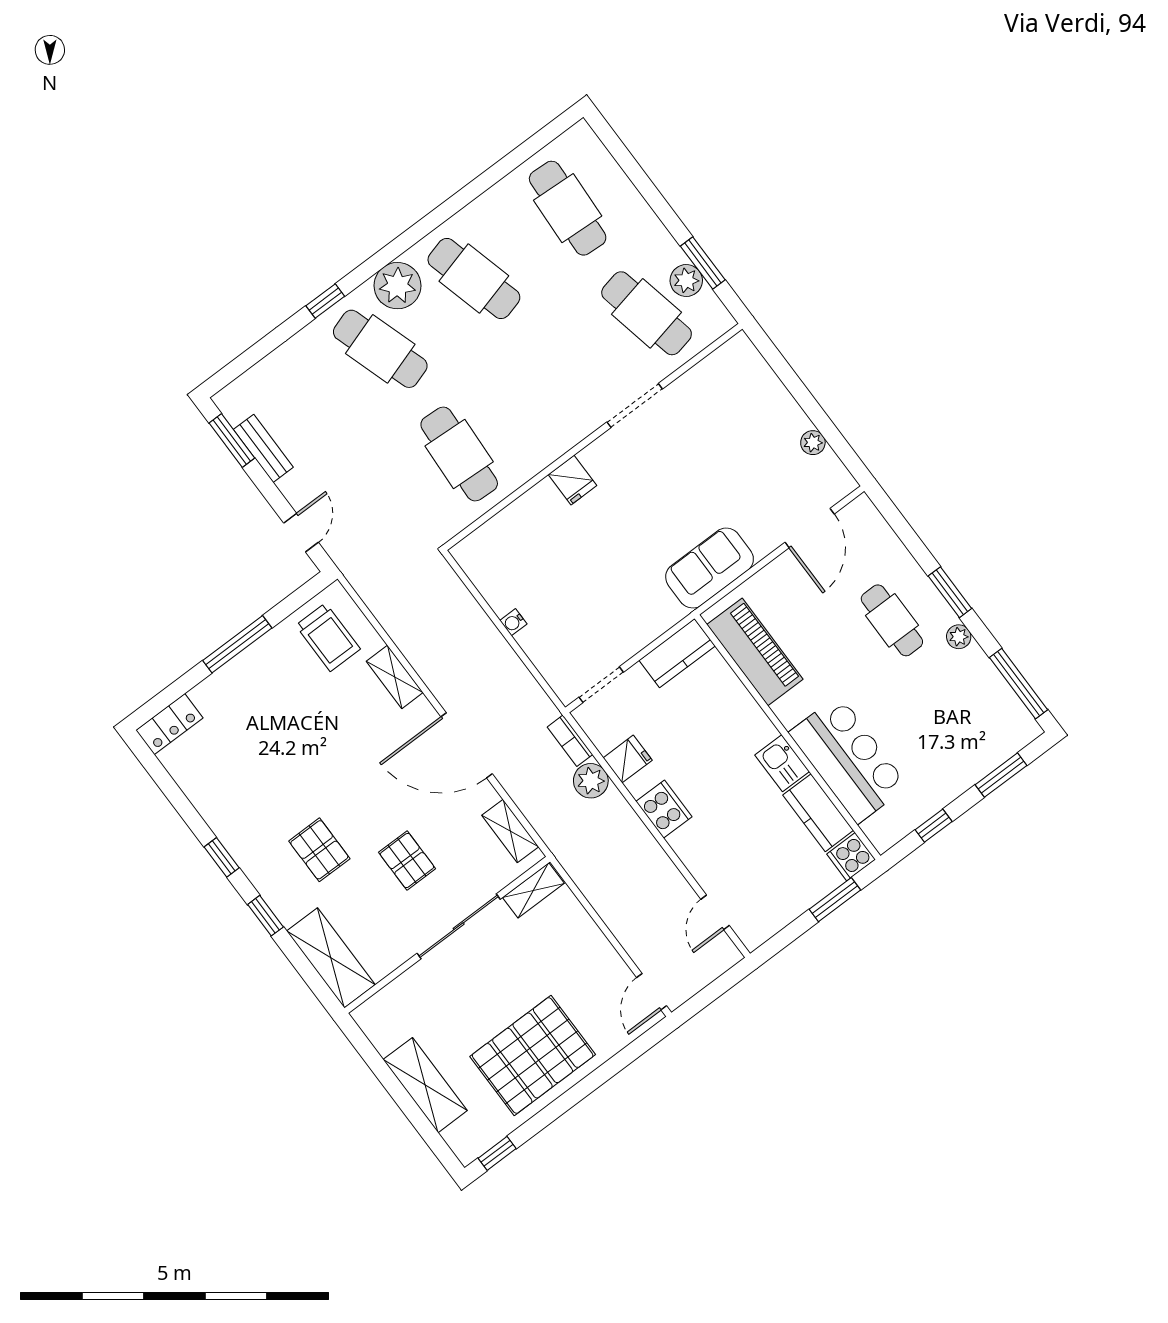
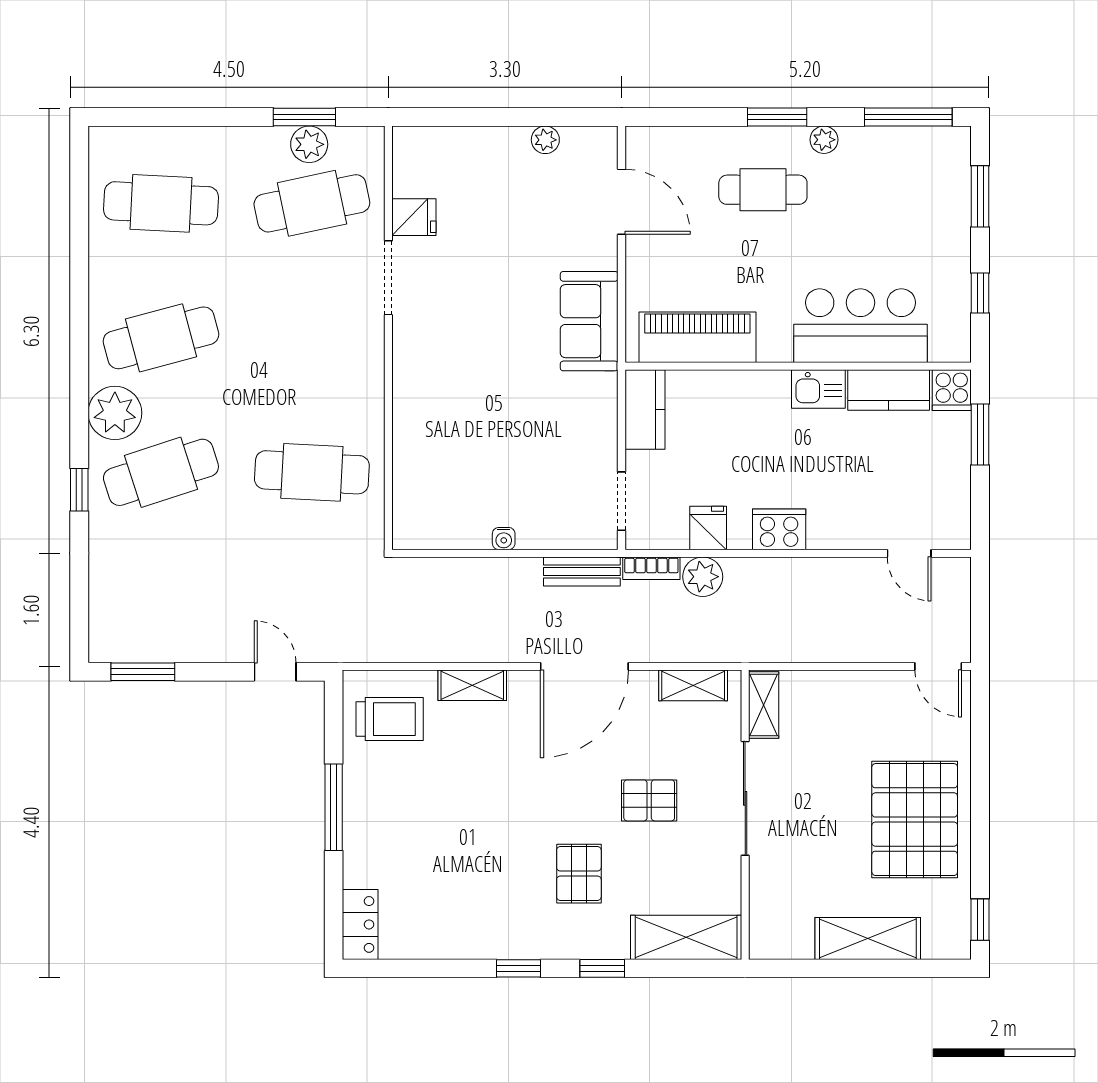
bench: (263, 448) -> (582, 571), moved
fridge: (572, 480) -> (414, 217), moved
pallet: (319, 850) -> (579, 874), turned 90

